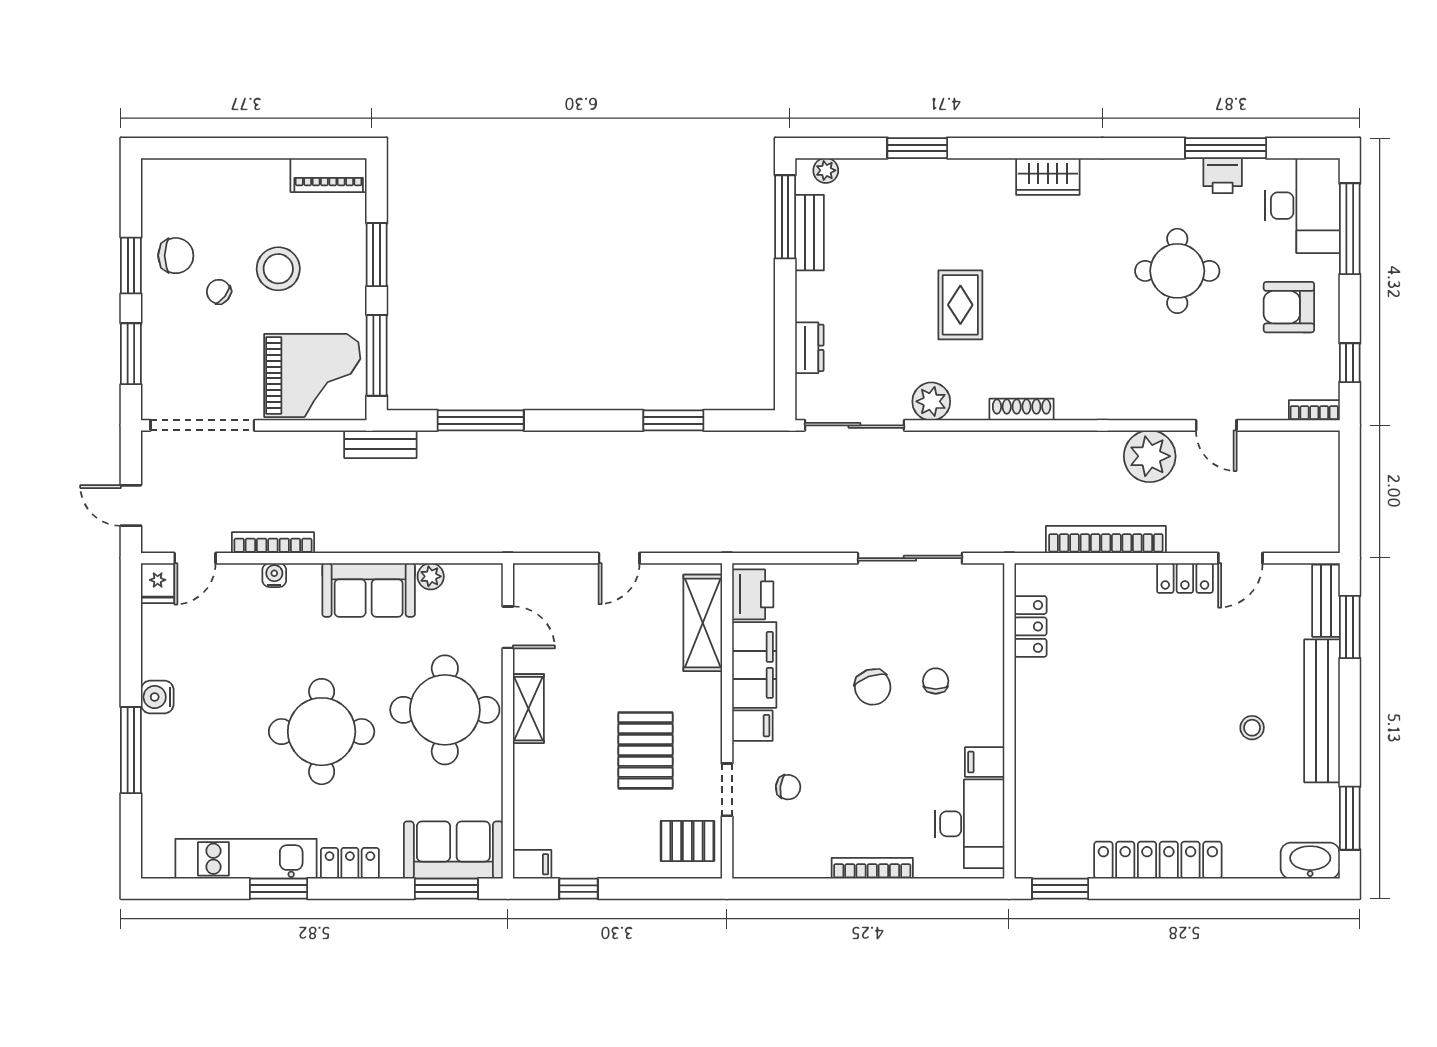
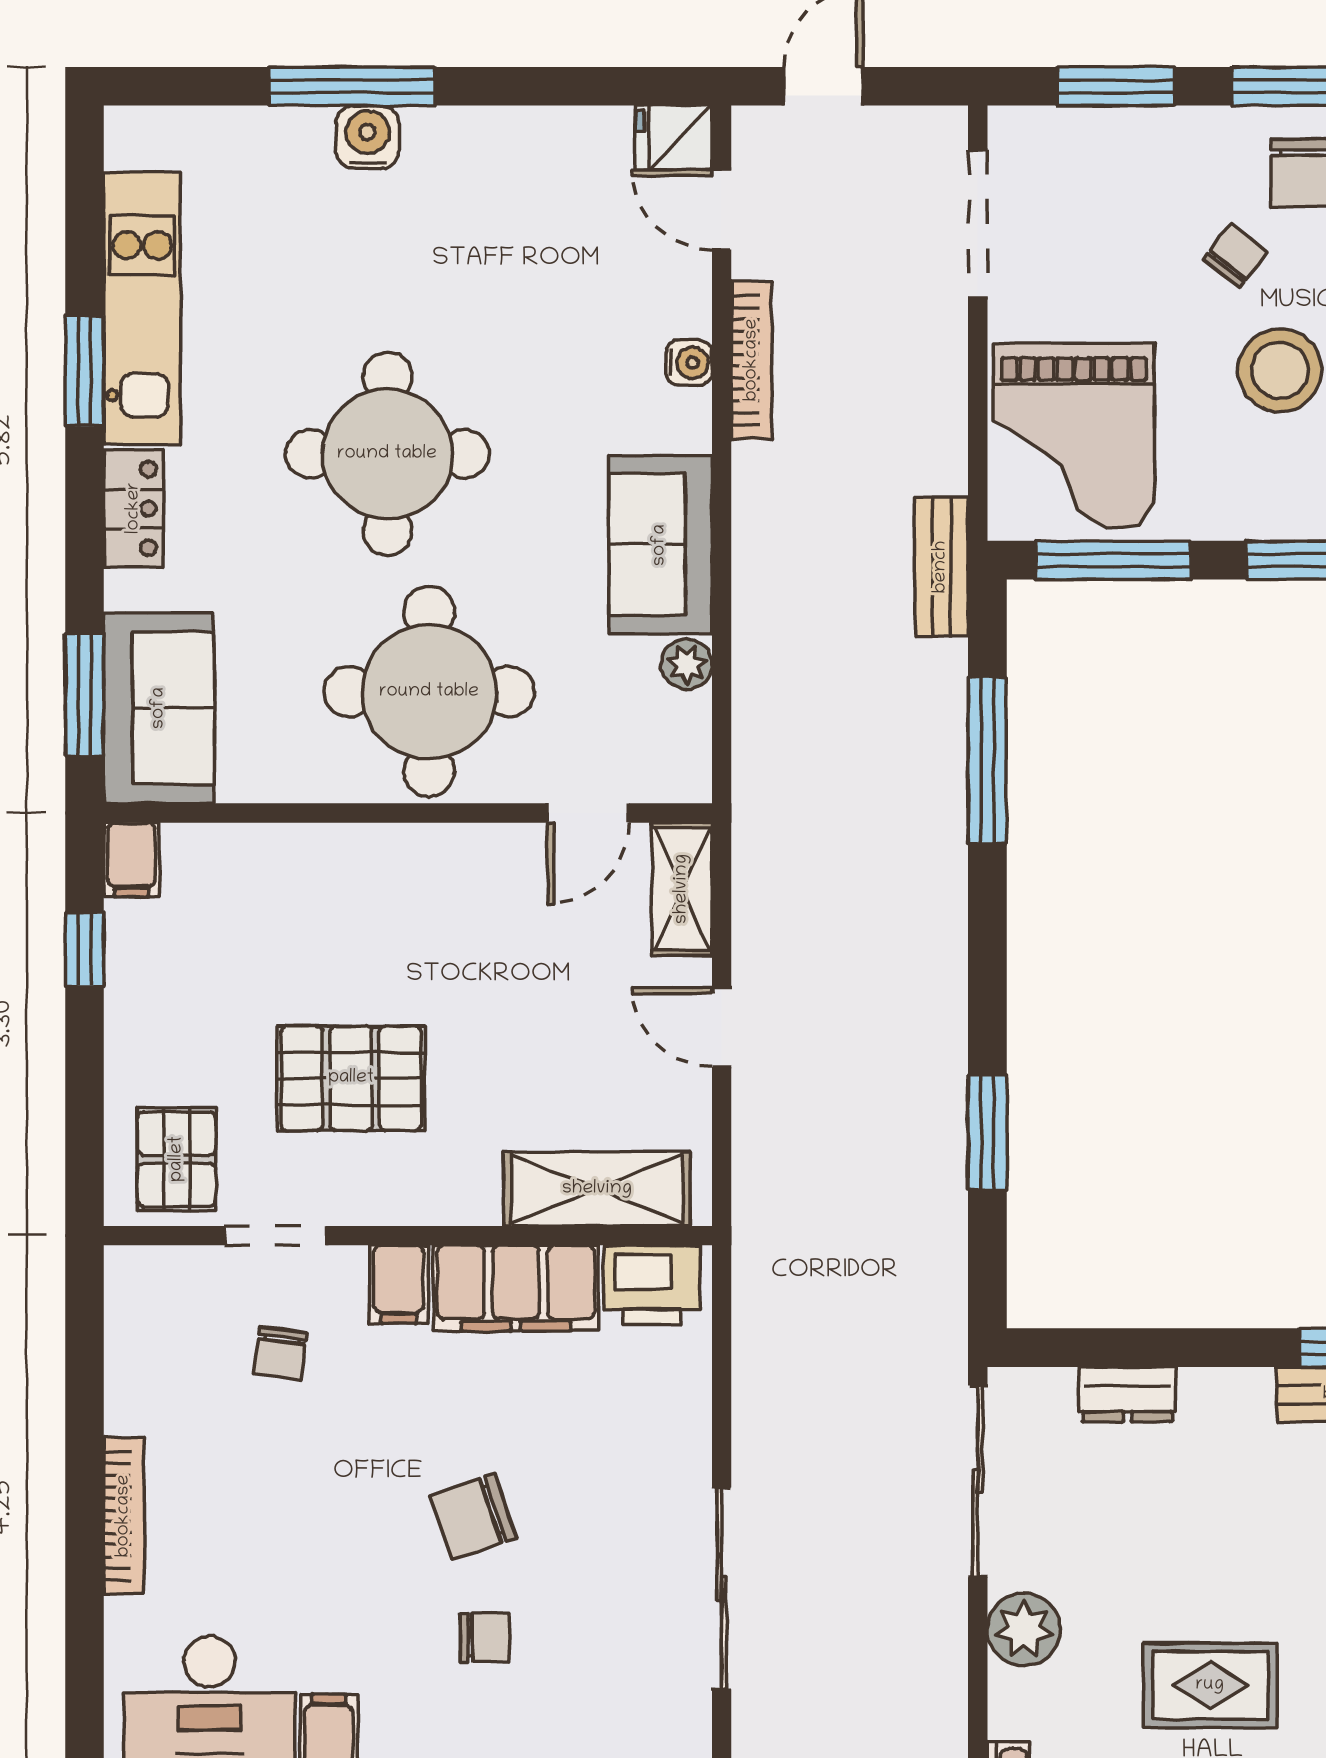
doorway: (202, 425) -> (978, 224), width x0.73
water cooler: (157, 697) -> (367, 137), moved
shelving: (528, 709) -> (682, 889), moved, turned 90

